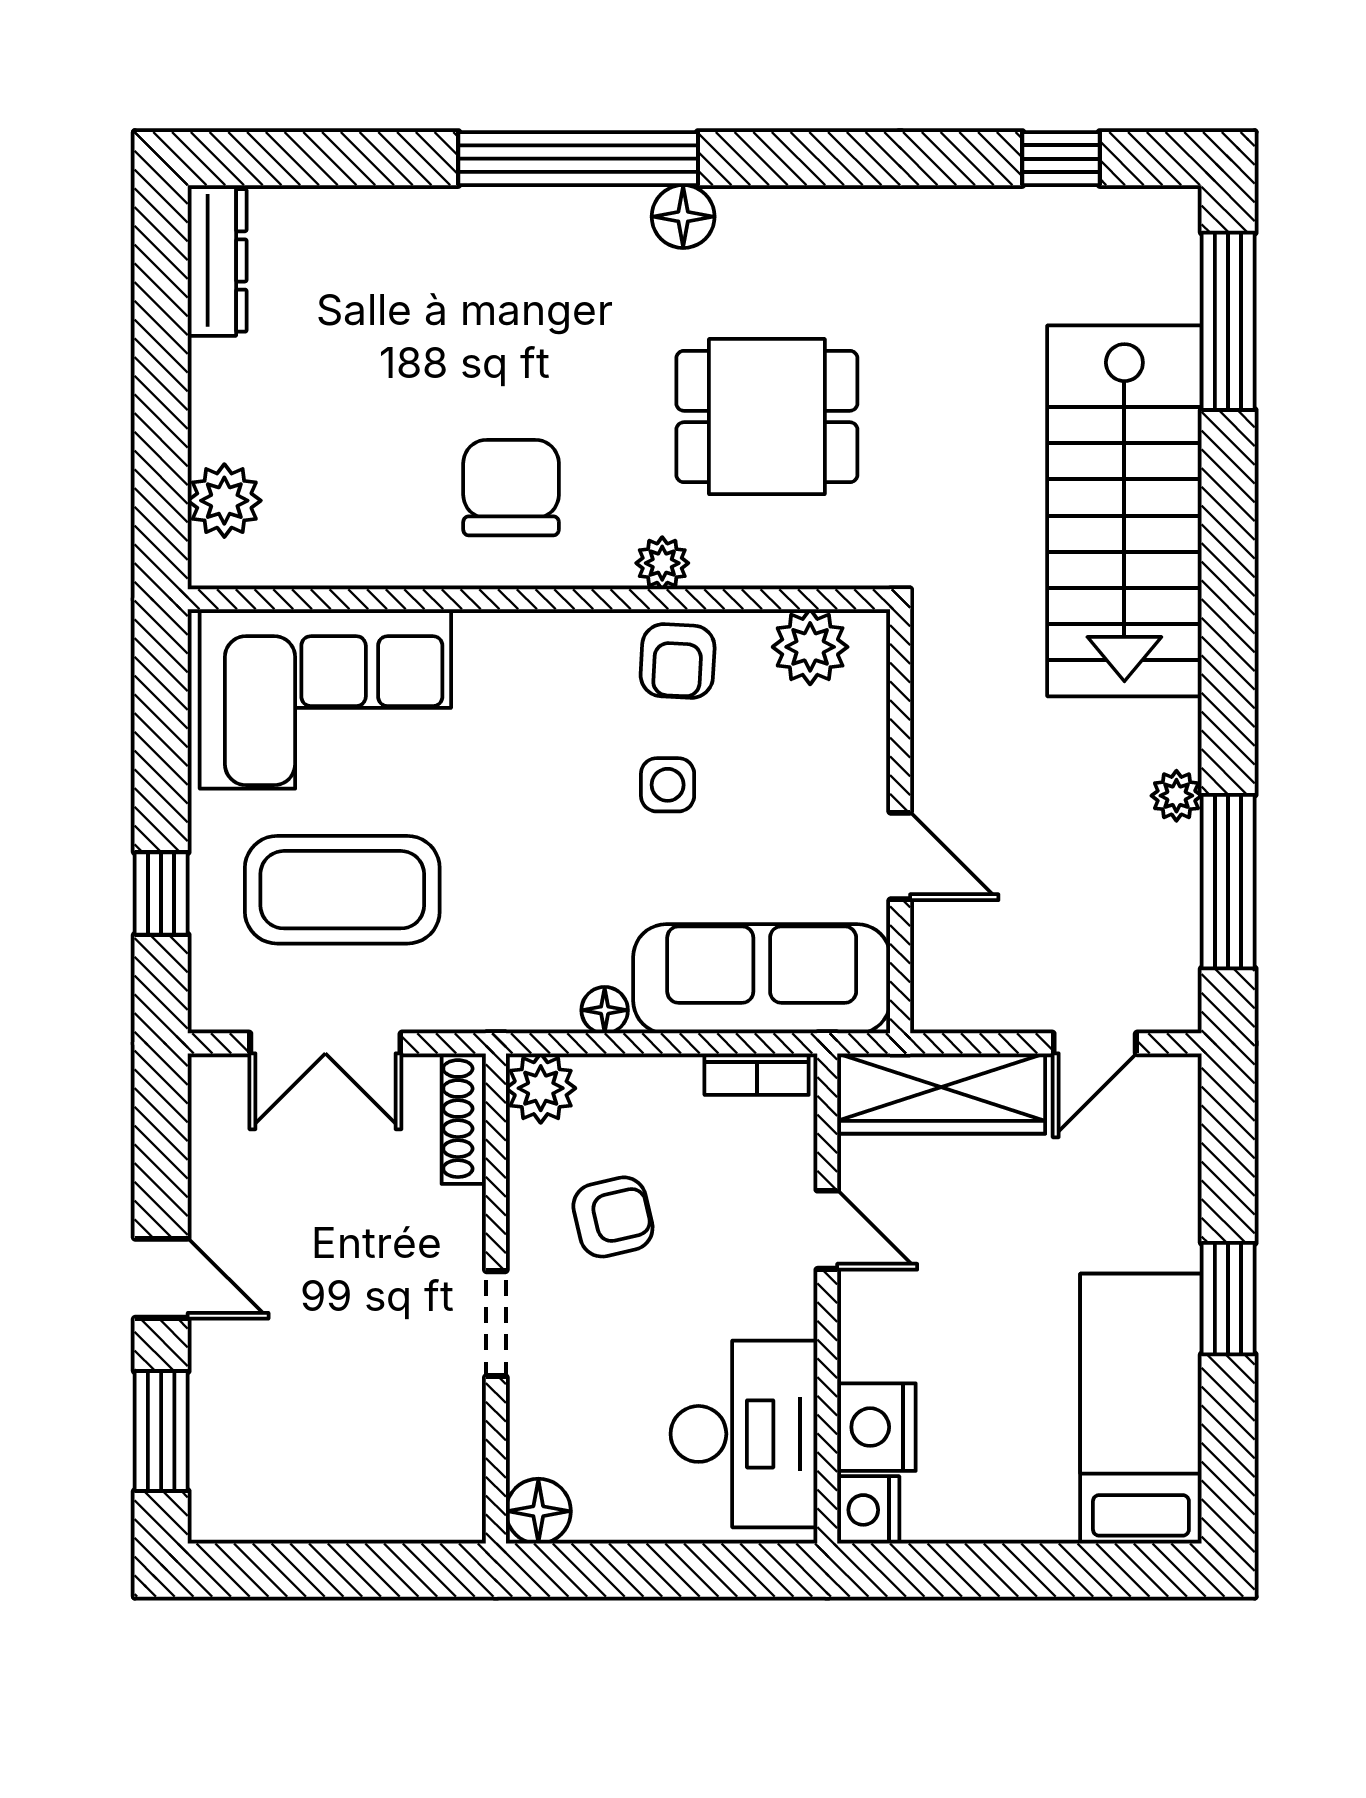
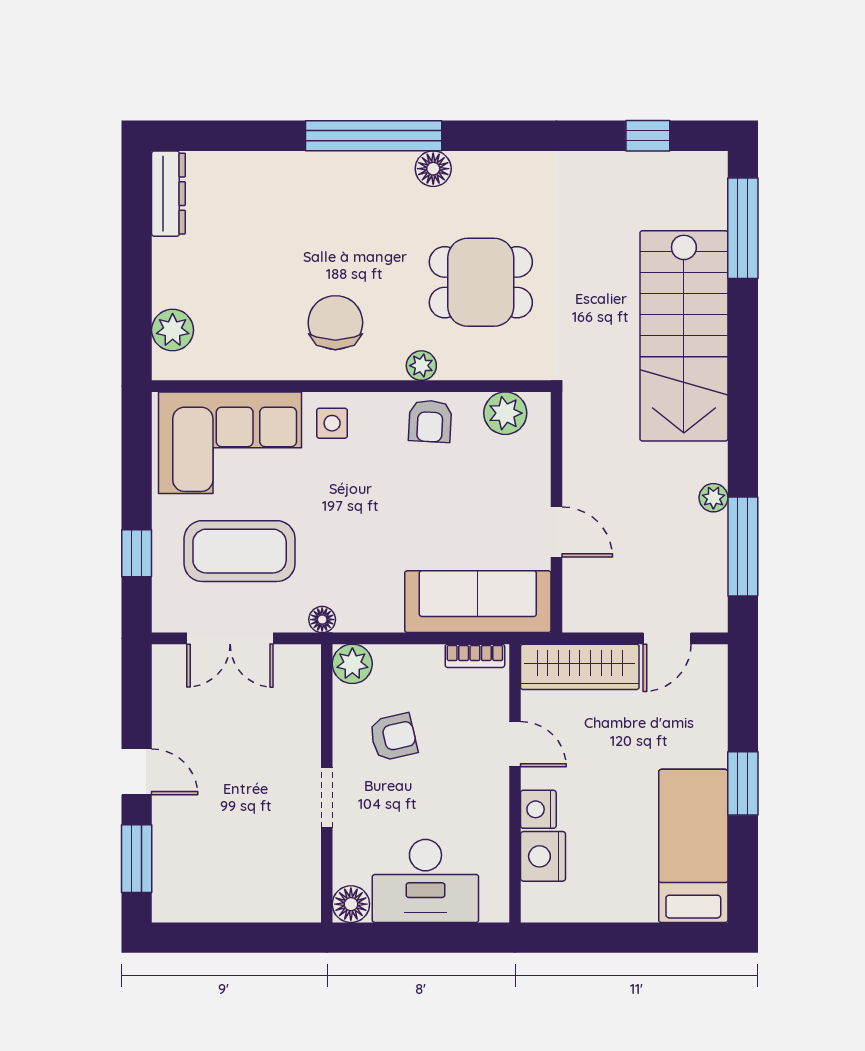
side table: (668, 785) -> (332, 423), moved
floor lamp: (605, 1010) -> (322, 620), moved
shoe rack: (464, 1119) -> (309, 681), removed
desk: (744, 1434) -> (425, 881), moved, turned 90
nightstand: (868, 1510) -> (538, 809), moved

